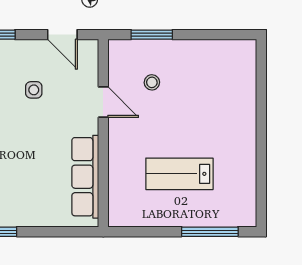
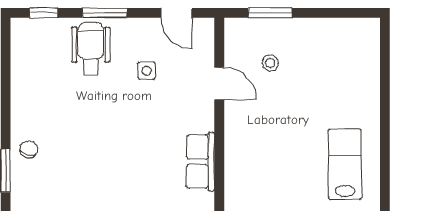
lab bench: (179, 174) -> (345, 164), moved, turned 90
row of seats: (85, 177) -> (200, 162), width x0.68

